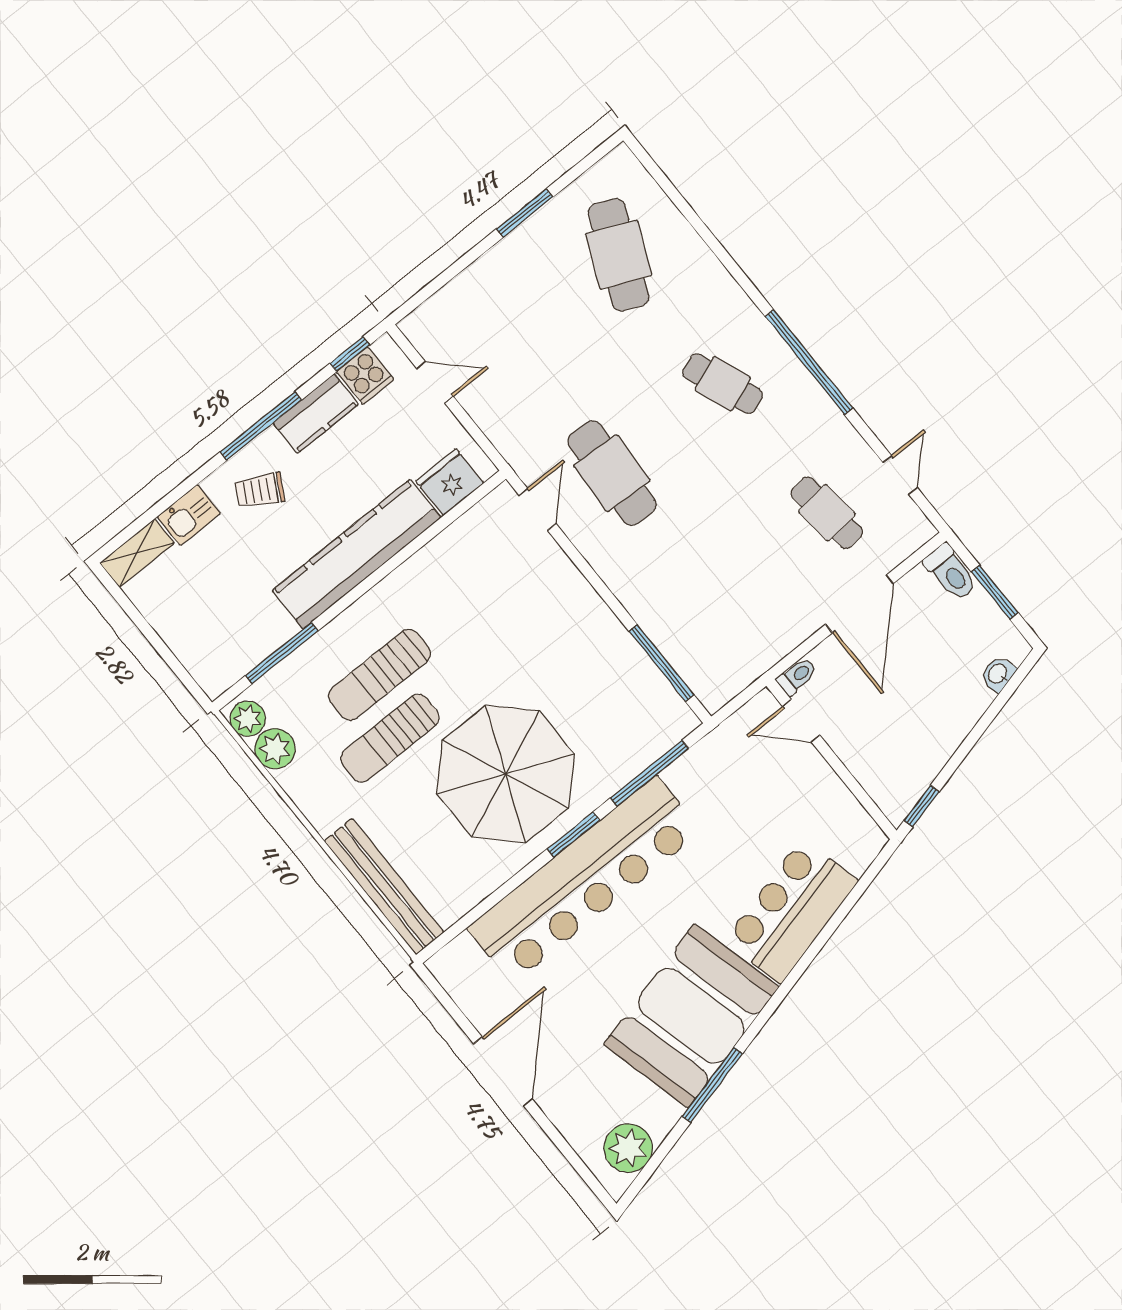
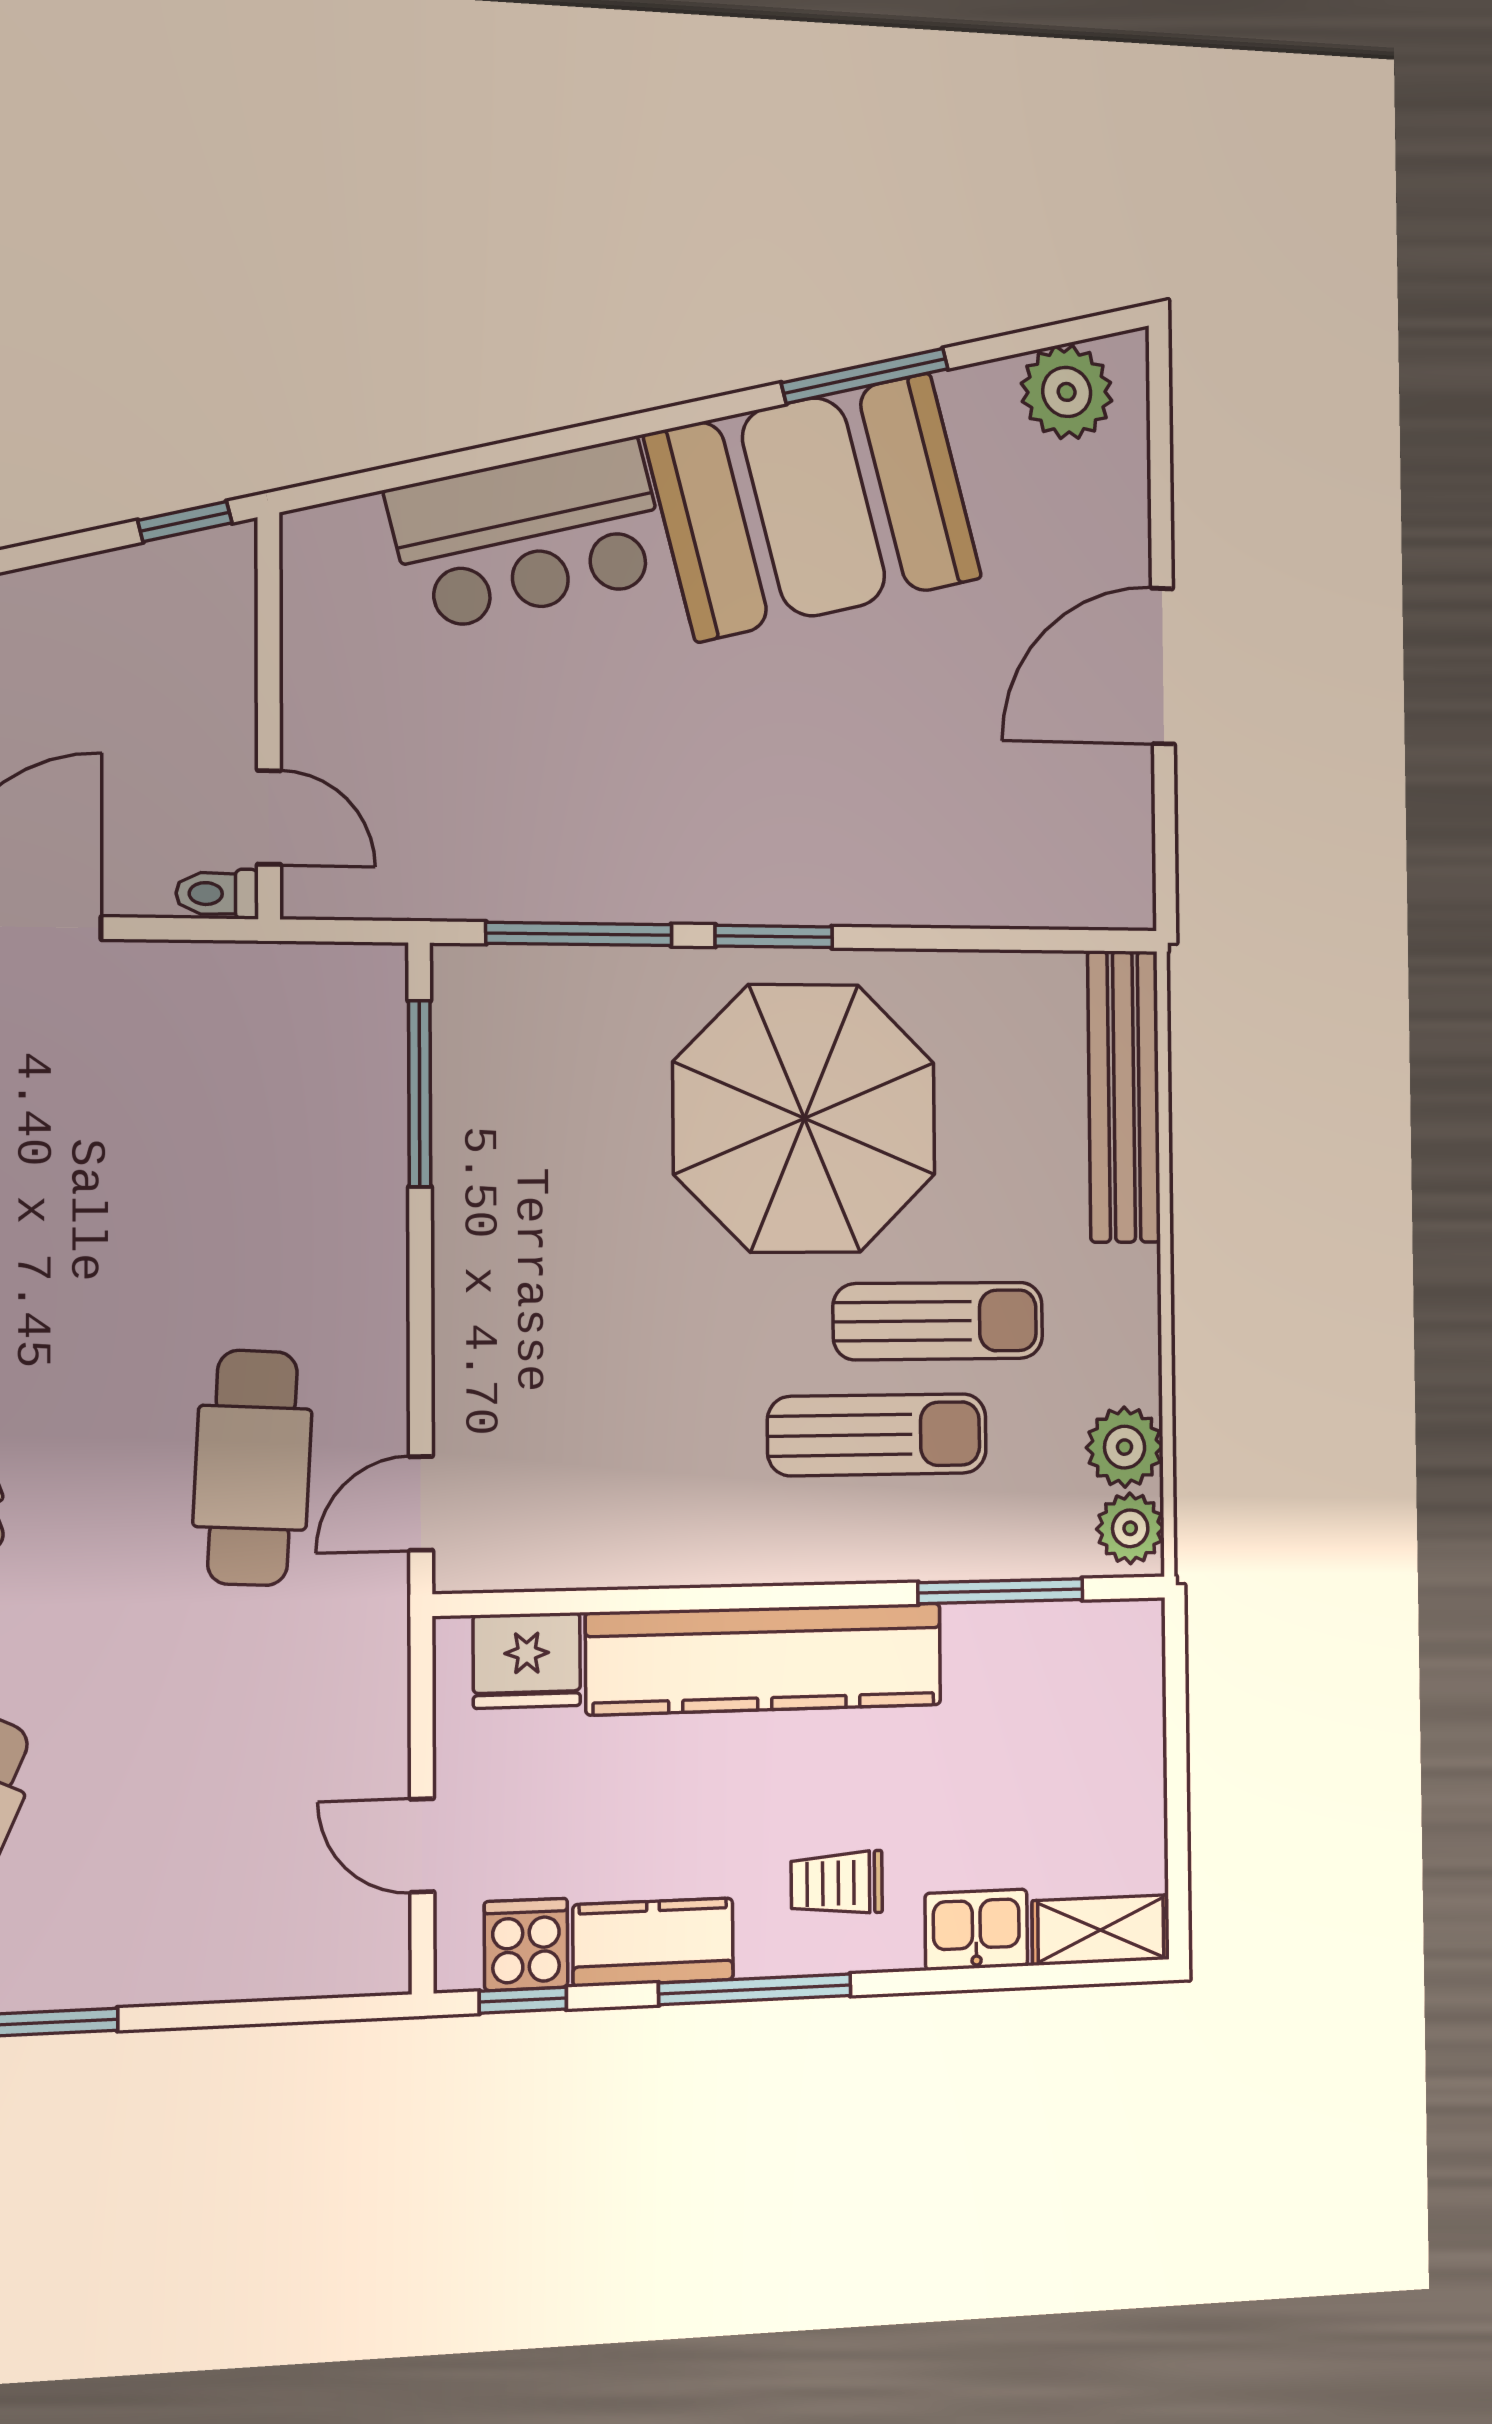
trolley: (260, 490) -> (837, 1883), turned 151
bar counter: (584, 880) -> (812, 853), removed

